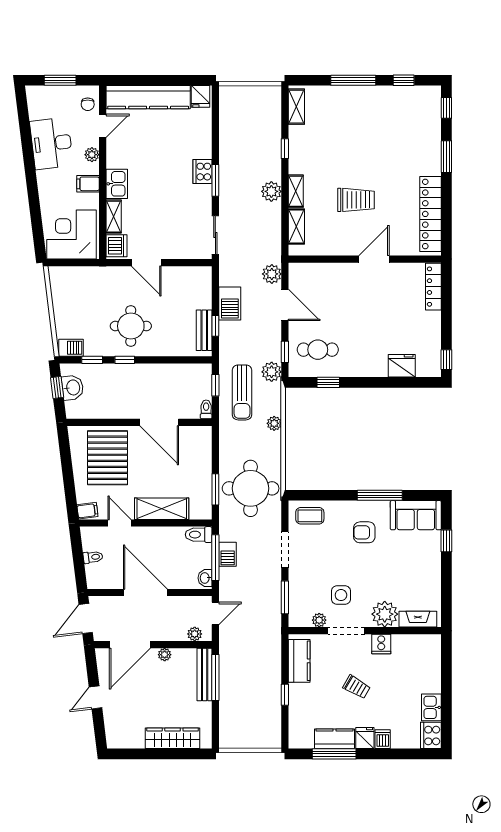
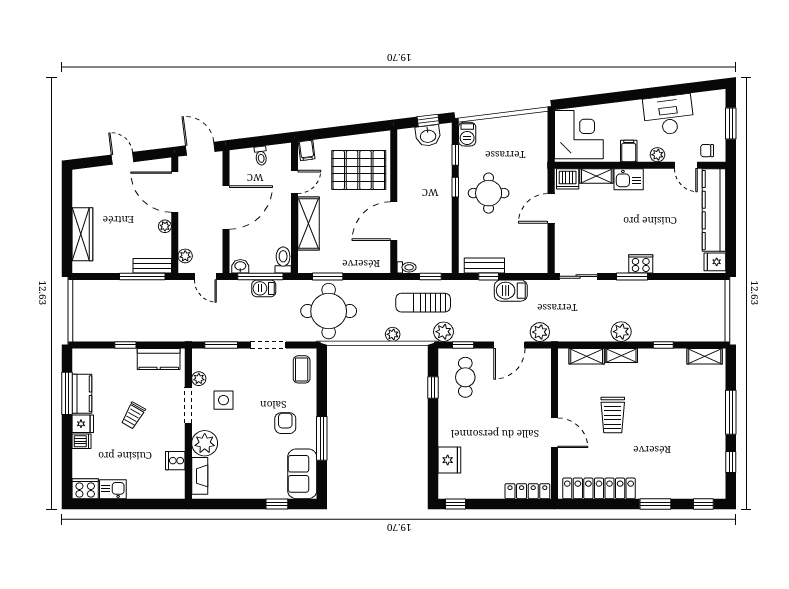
cooker: (381, 644) -> (175, 461), moved
bench: (205, 674) -> (152, 266), width x0.73

